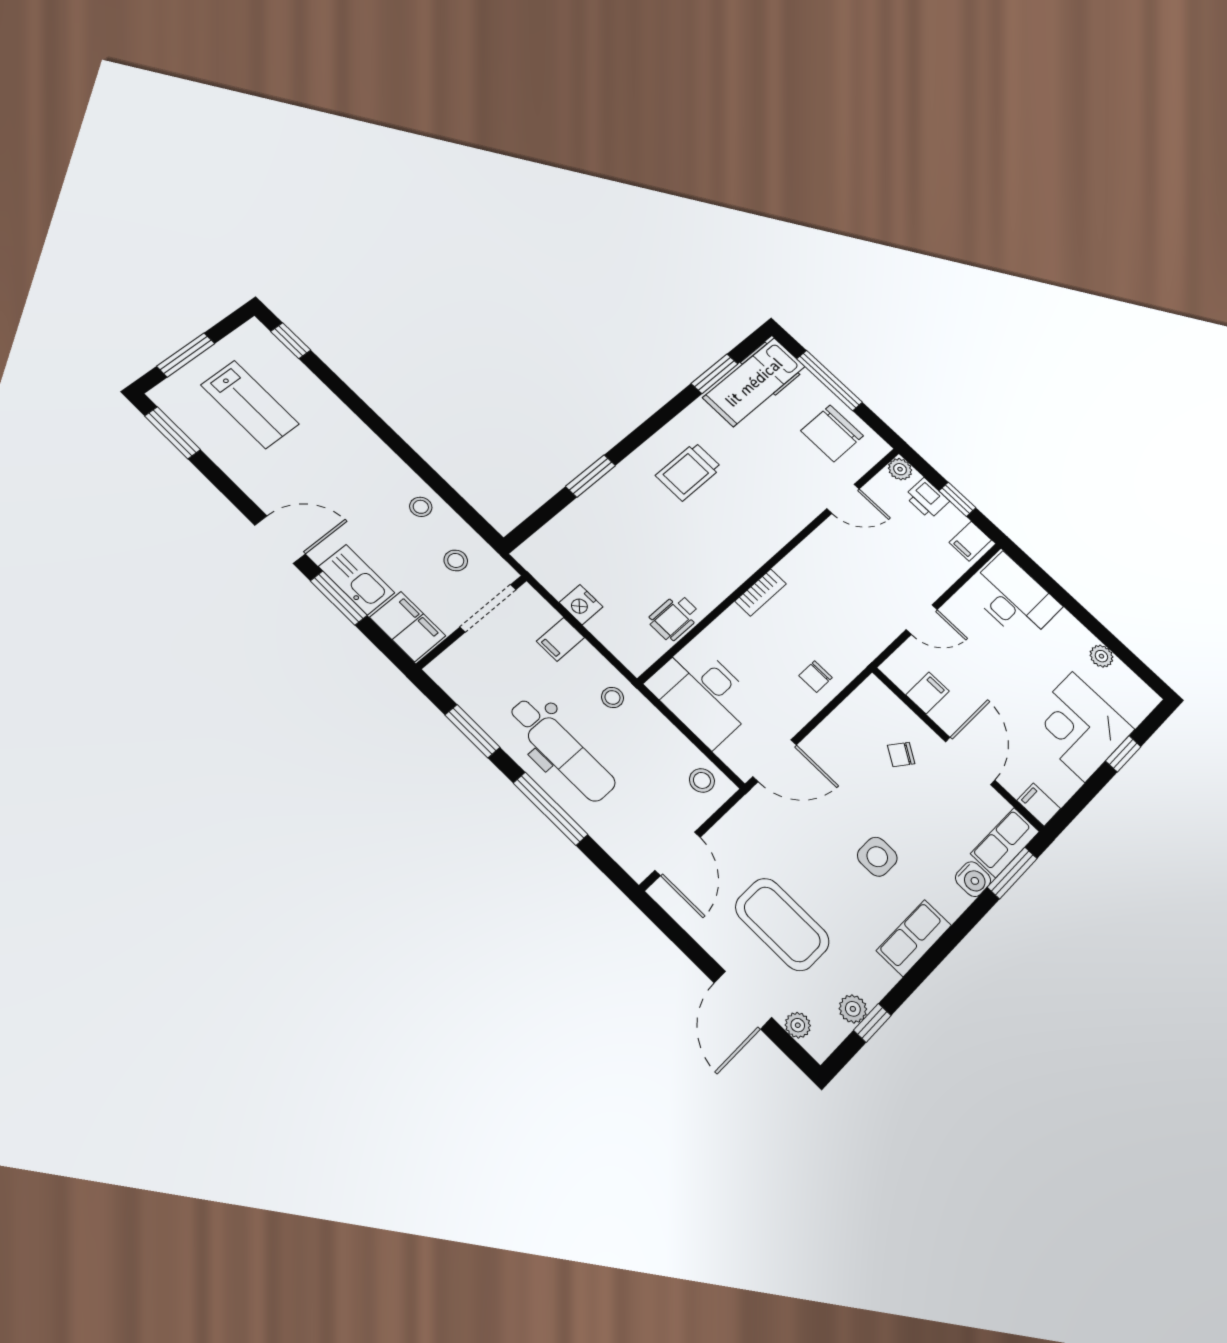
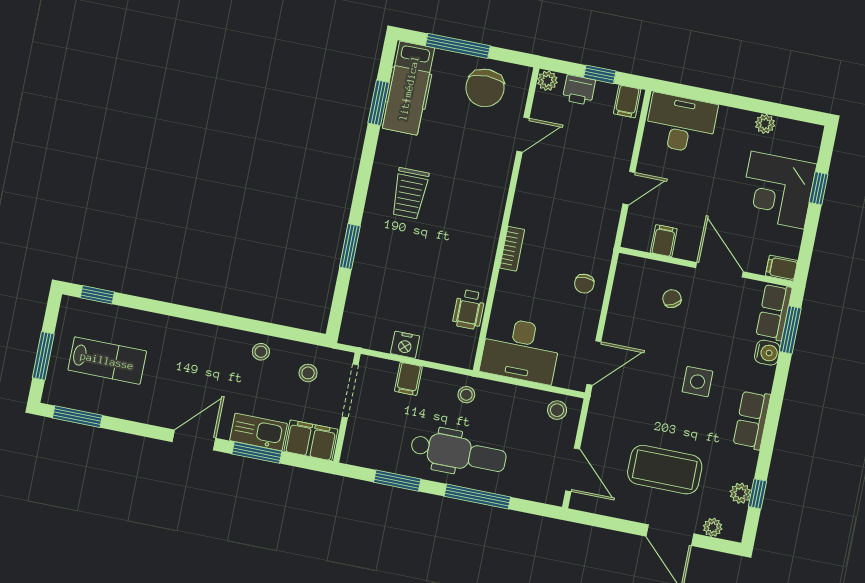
chair: (901, 755) -> (672, 299), turned 117

